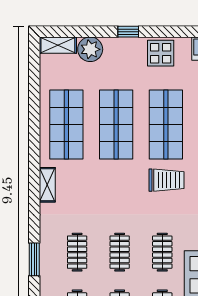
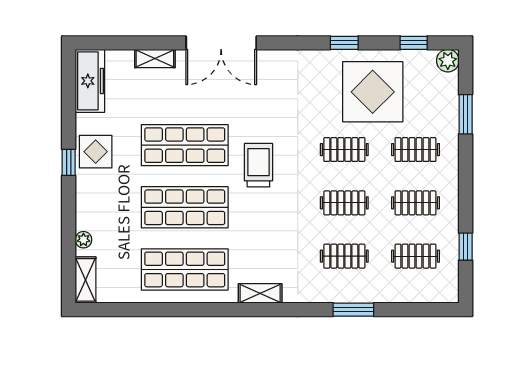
window: (128, 32) -> (69, 162), moved
plant: (90, 49) -> (83, 240), width x0.53, depth x0.53
trolley: (166, 180) -> (258, 165), moved

